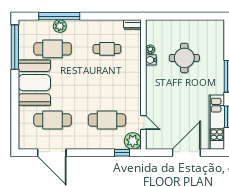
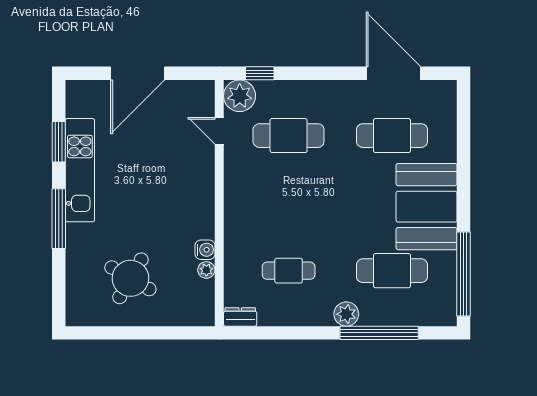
plant: (60, 26) -> (346, 314), moved
round table: (184, 58) -> (130, 278), moved, turned 30
kitchen unit: (217, 122) -> (80, 170), moved

